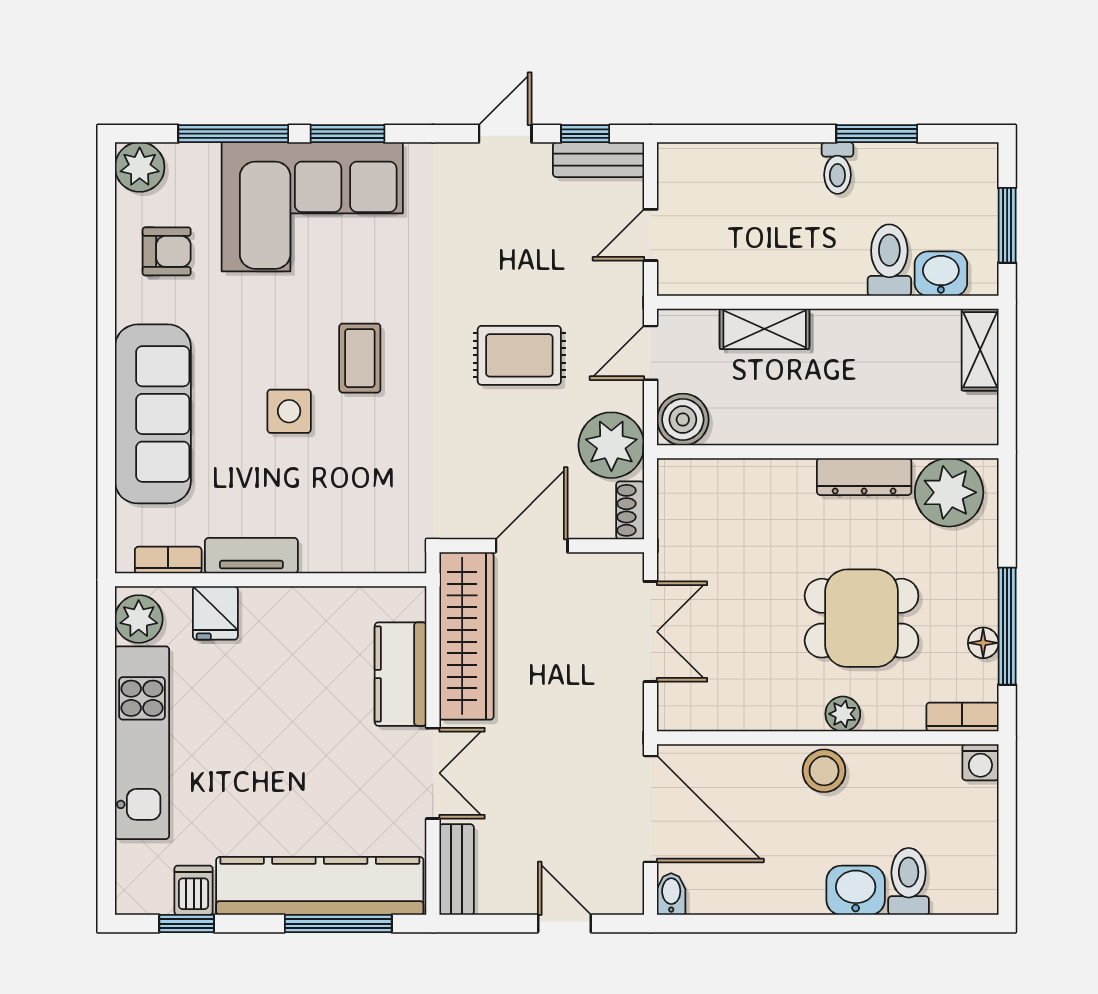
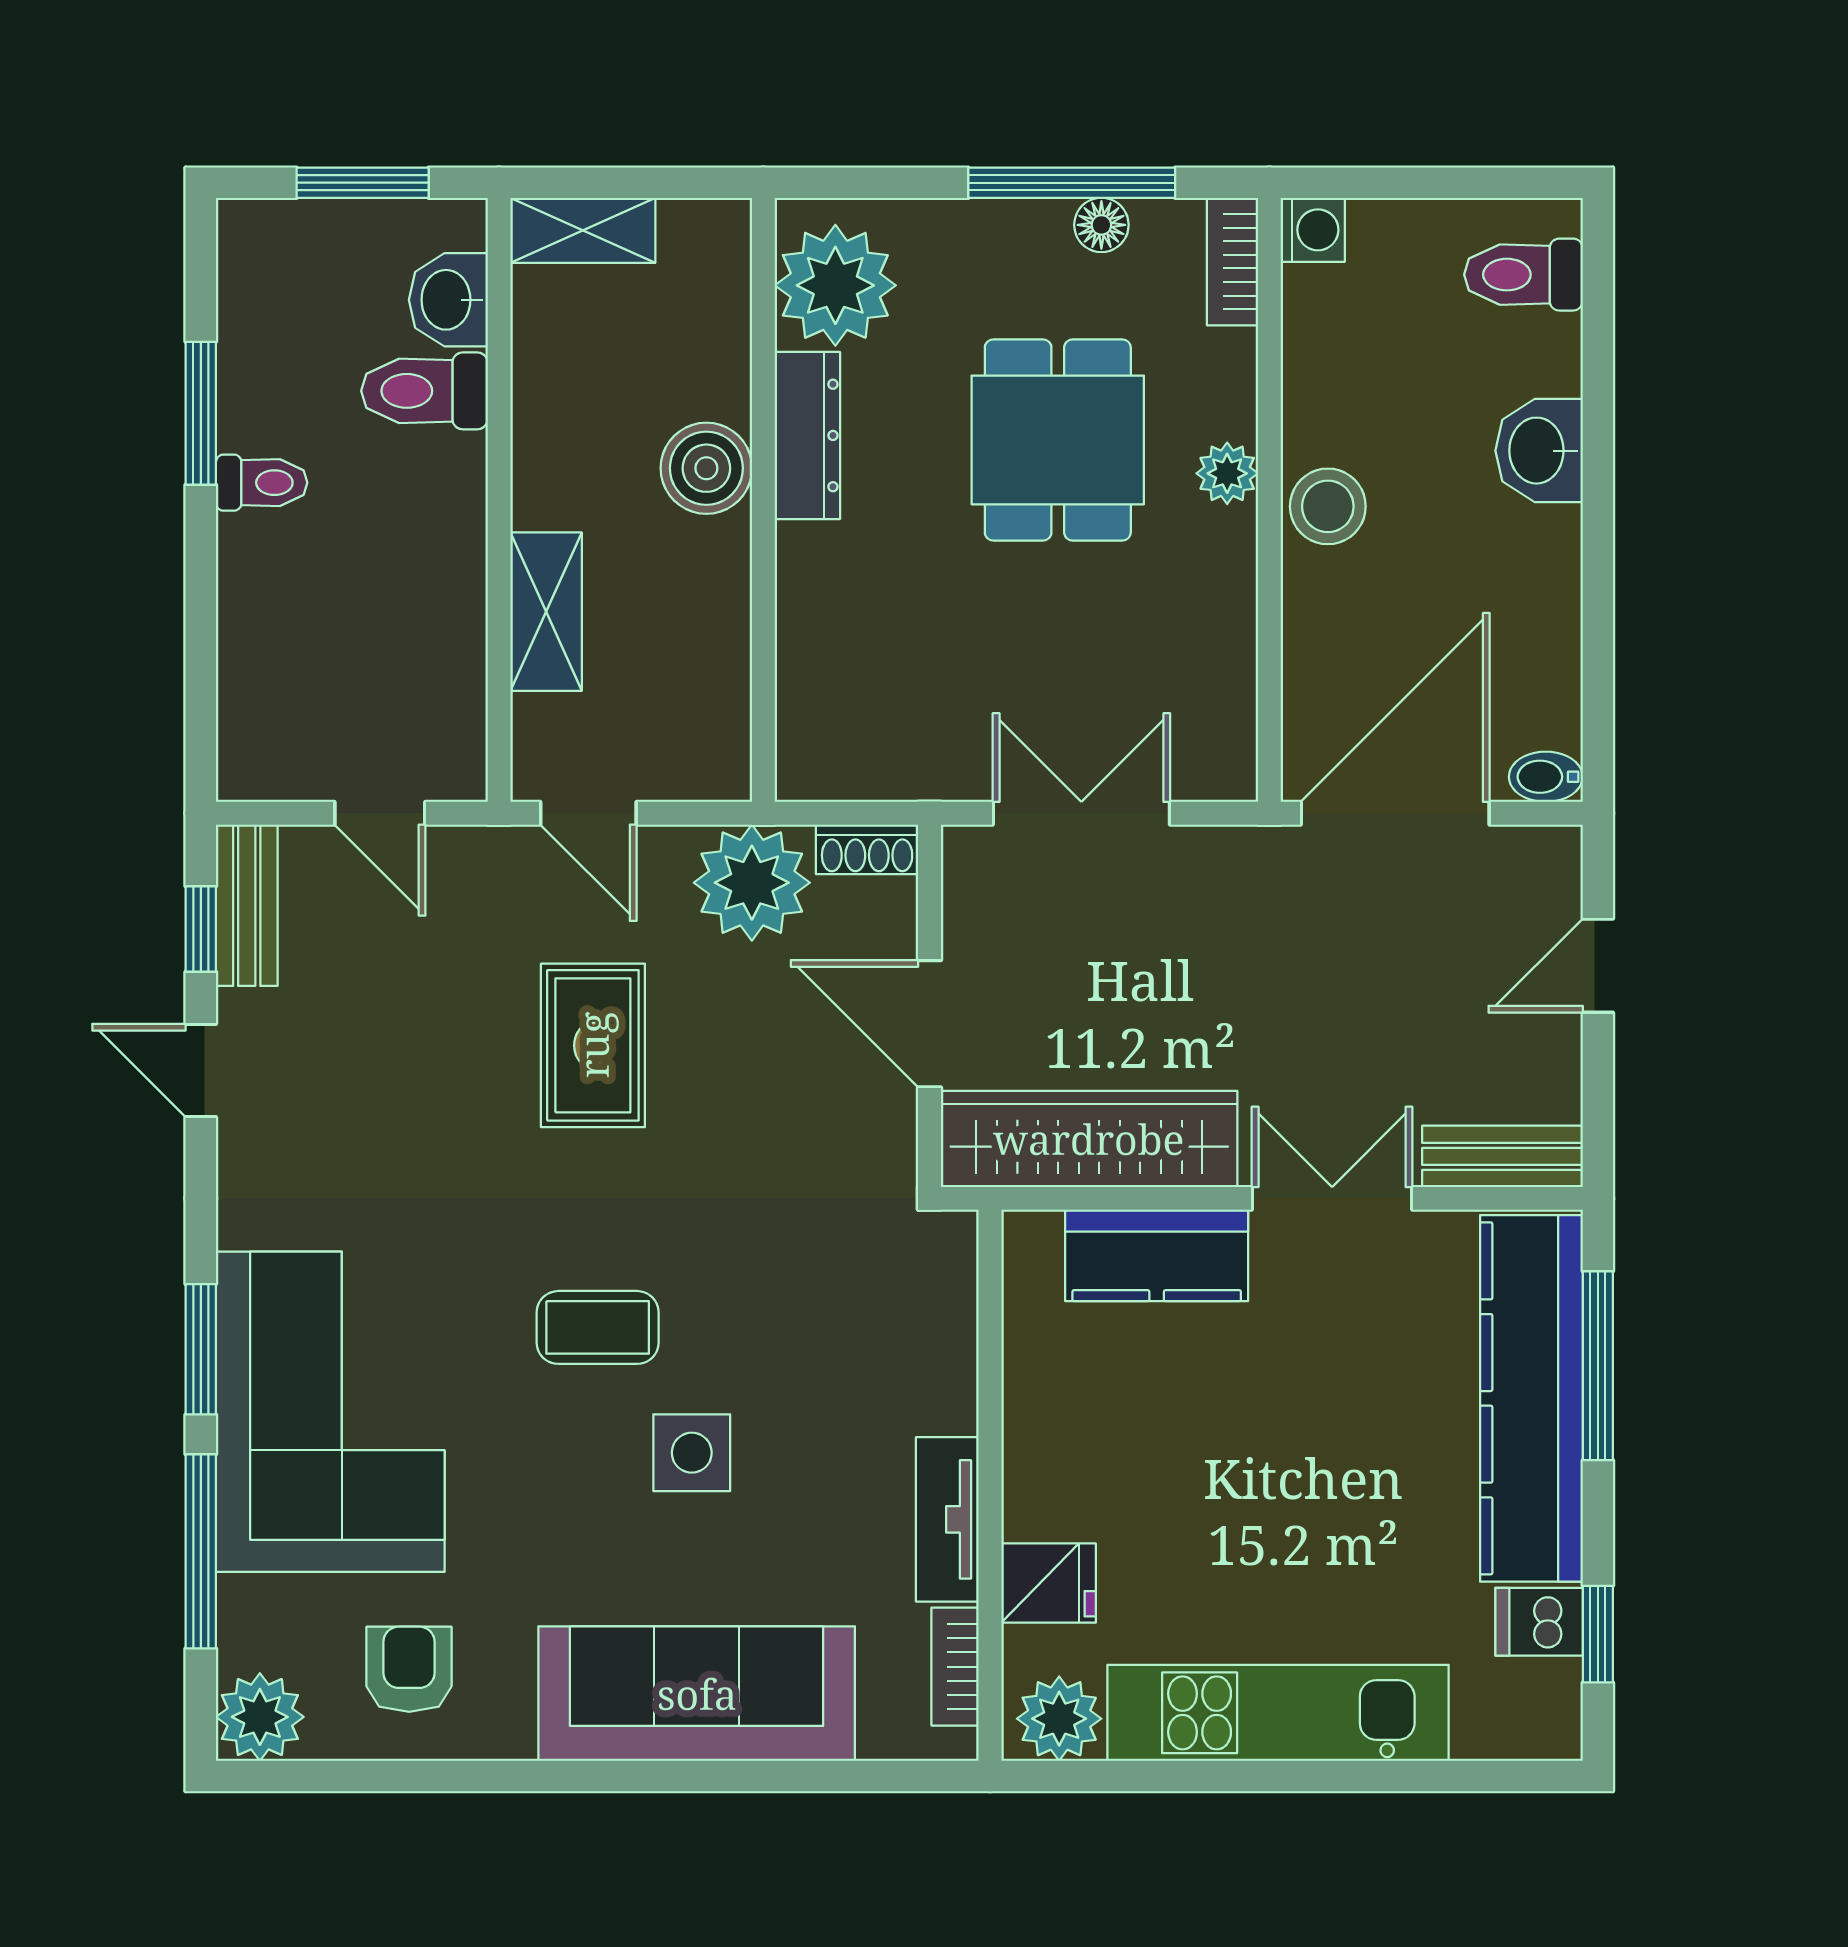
boiler: (683, 420) -> (706, 468), moved
toilet: (909, 881) -> (1523, 275), moved

